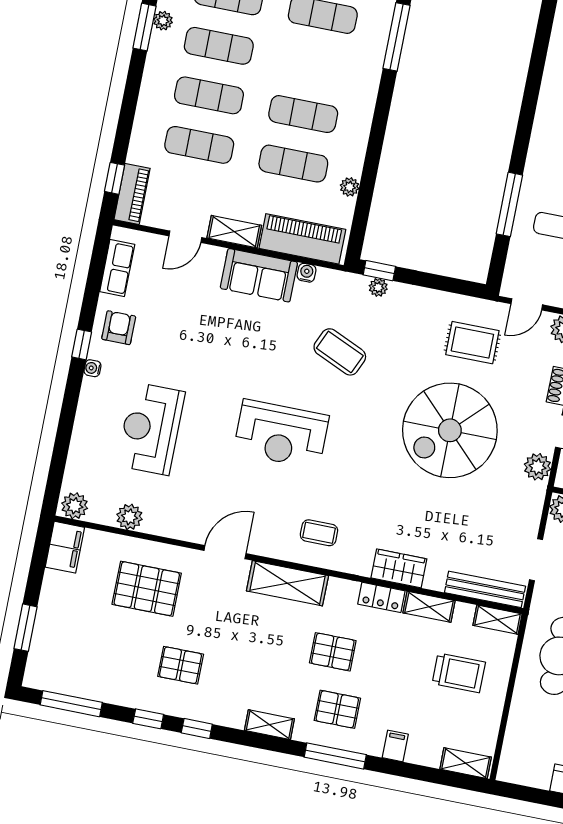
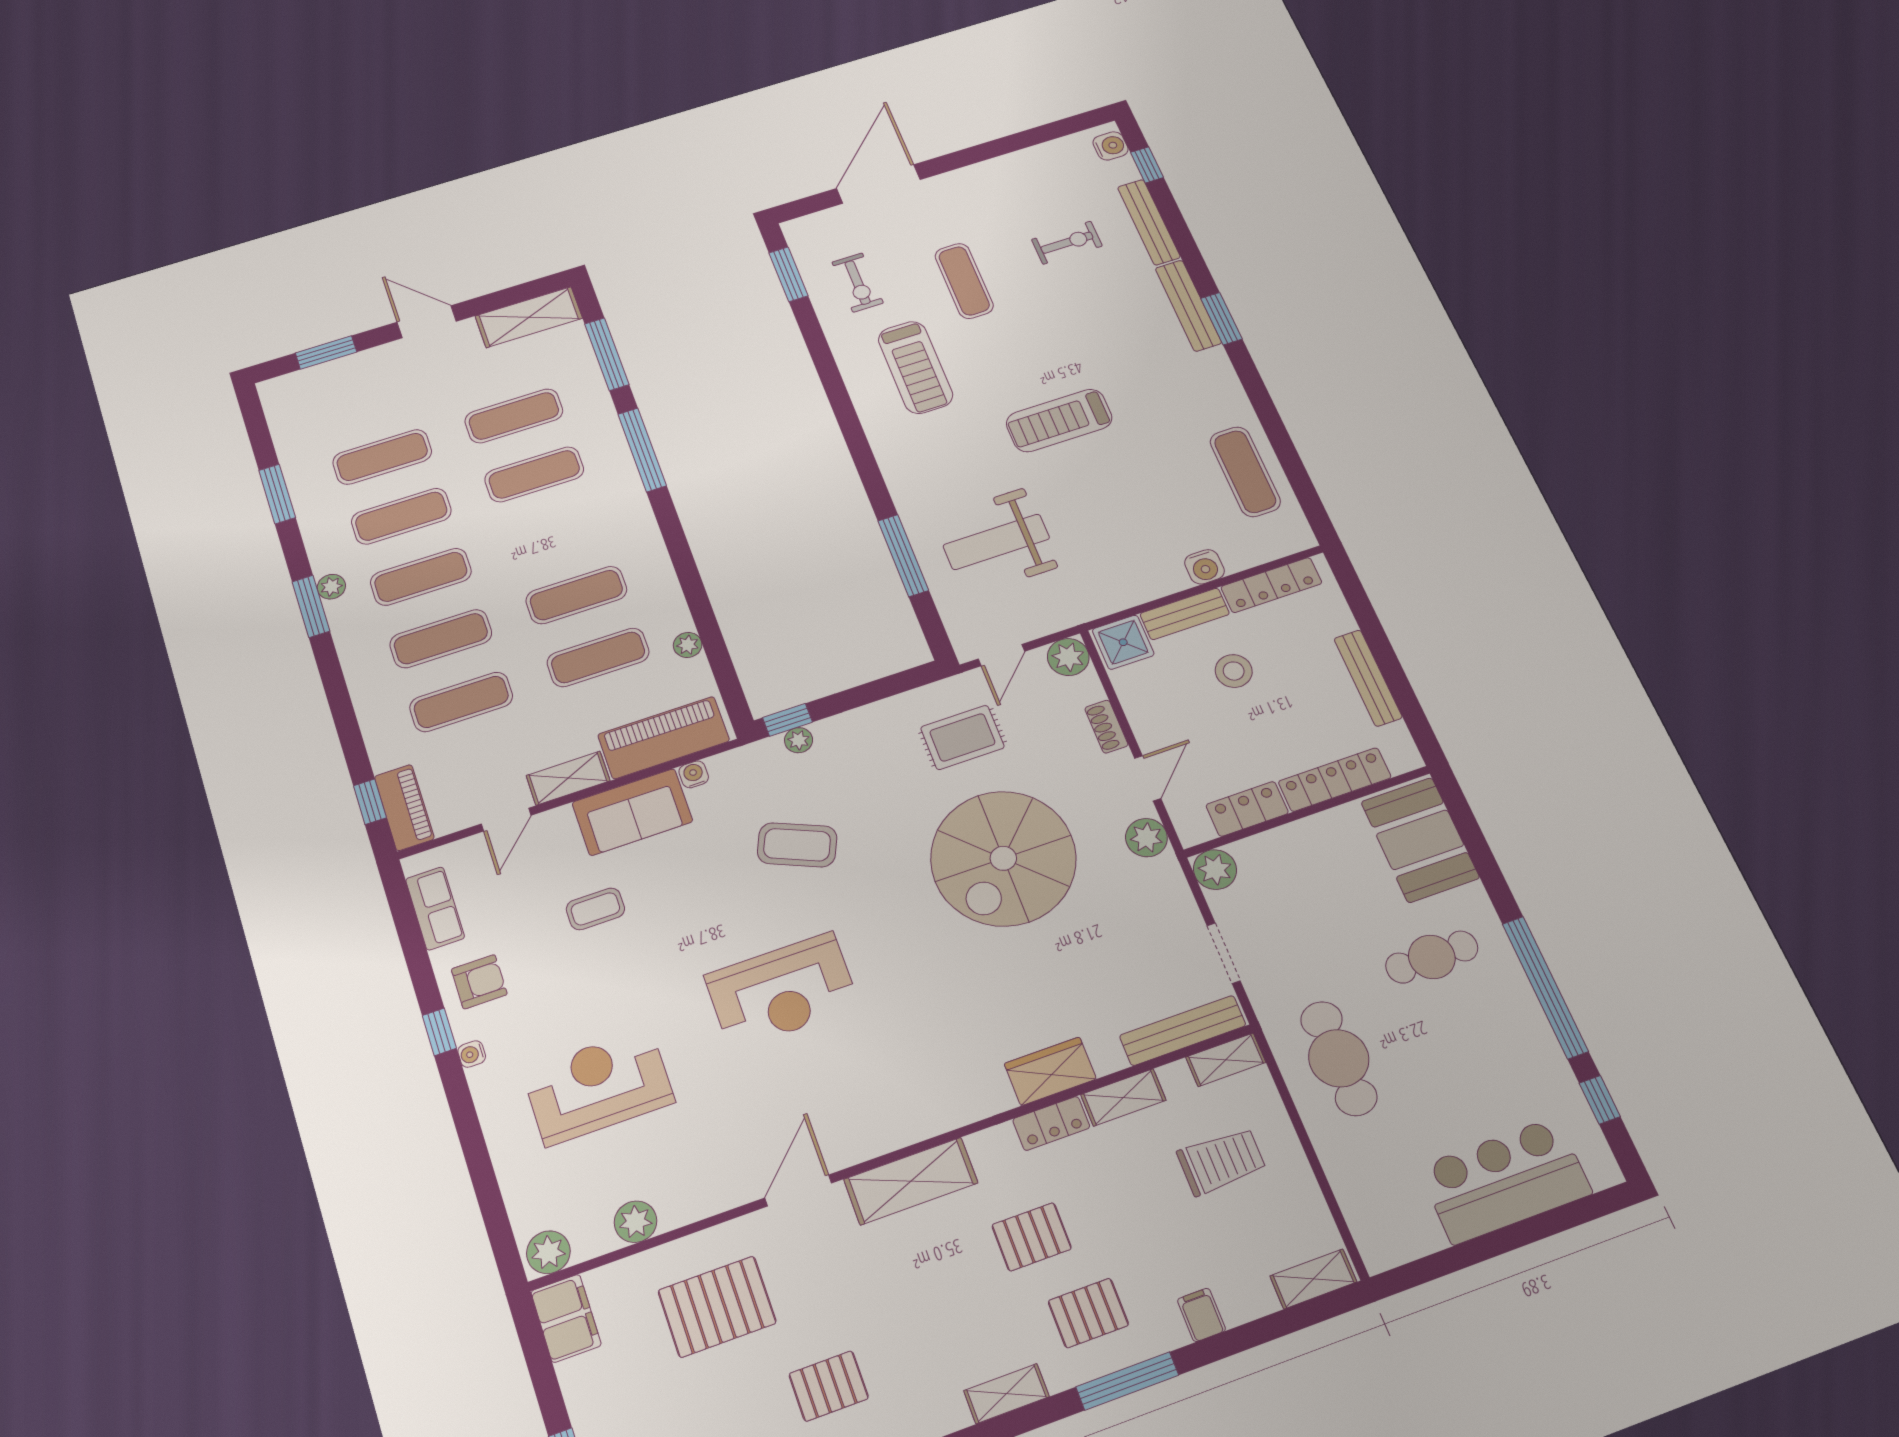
armchair: (119, 328) -> (479, 982), turned 90
reception desk: (151, 429) -> (598, 1086), turned 90
coffee table: (319, 533) -> (595, 909), moved

